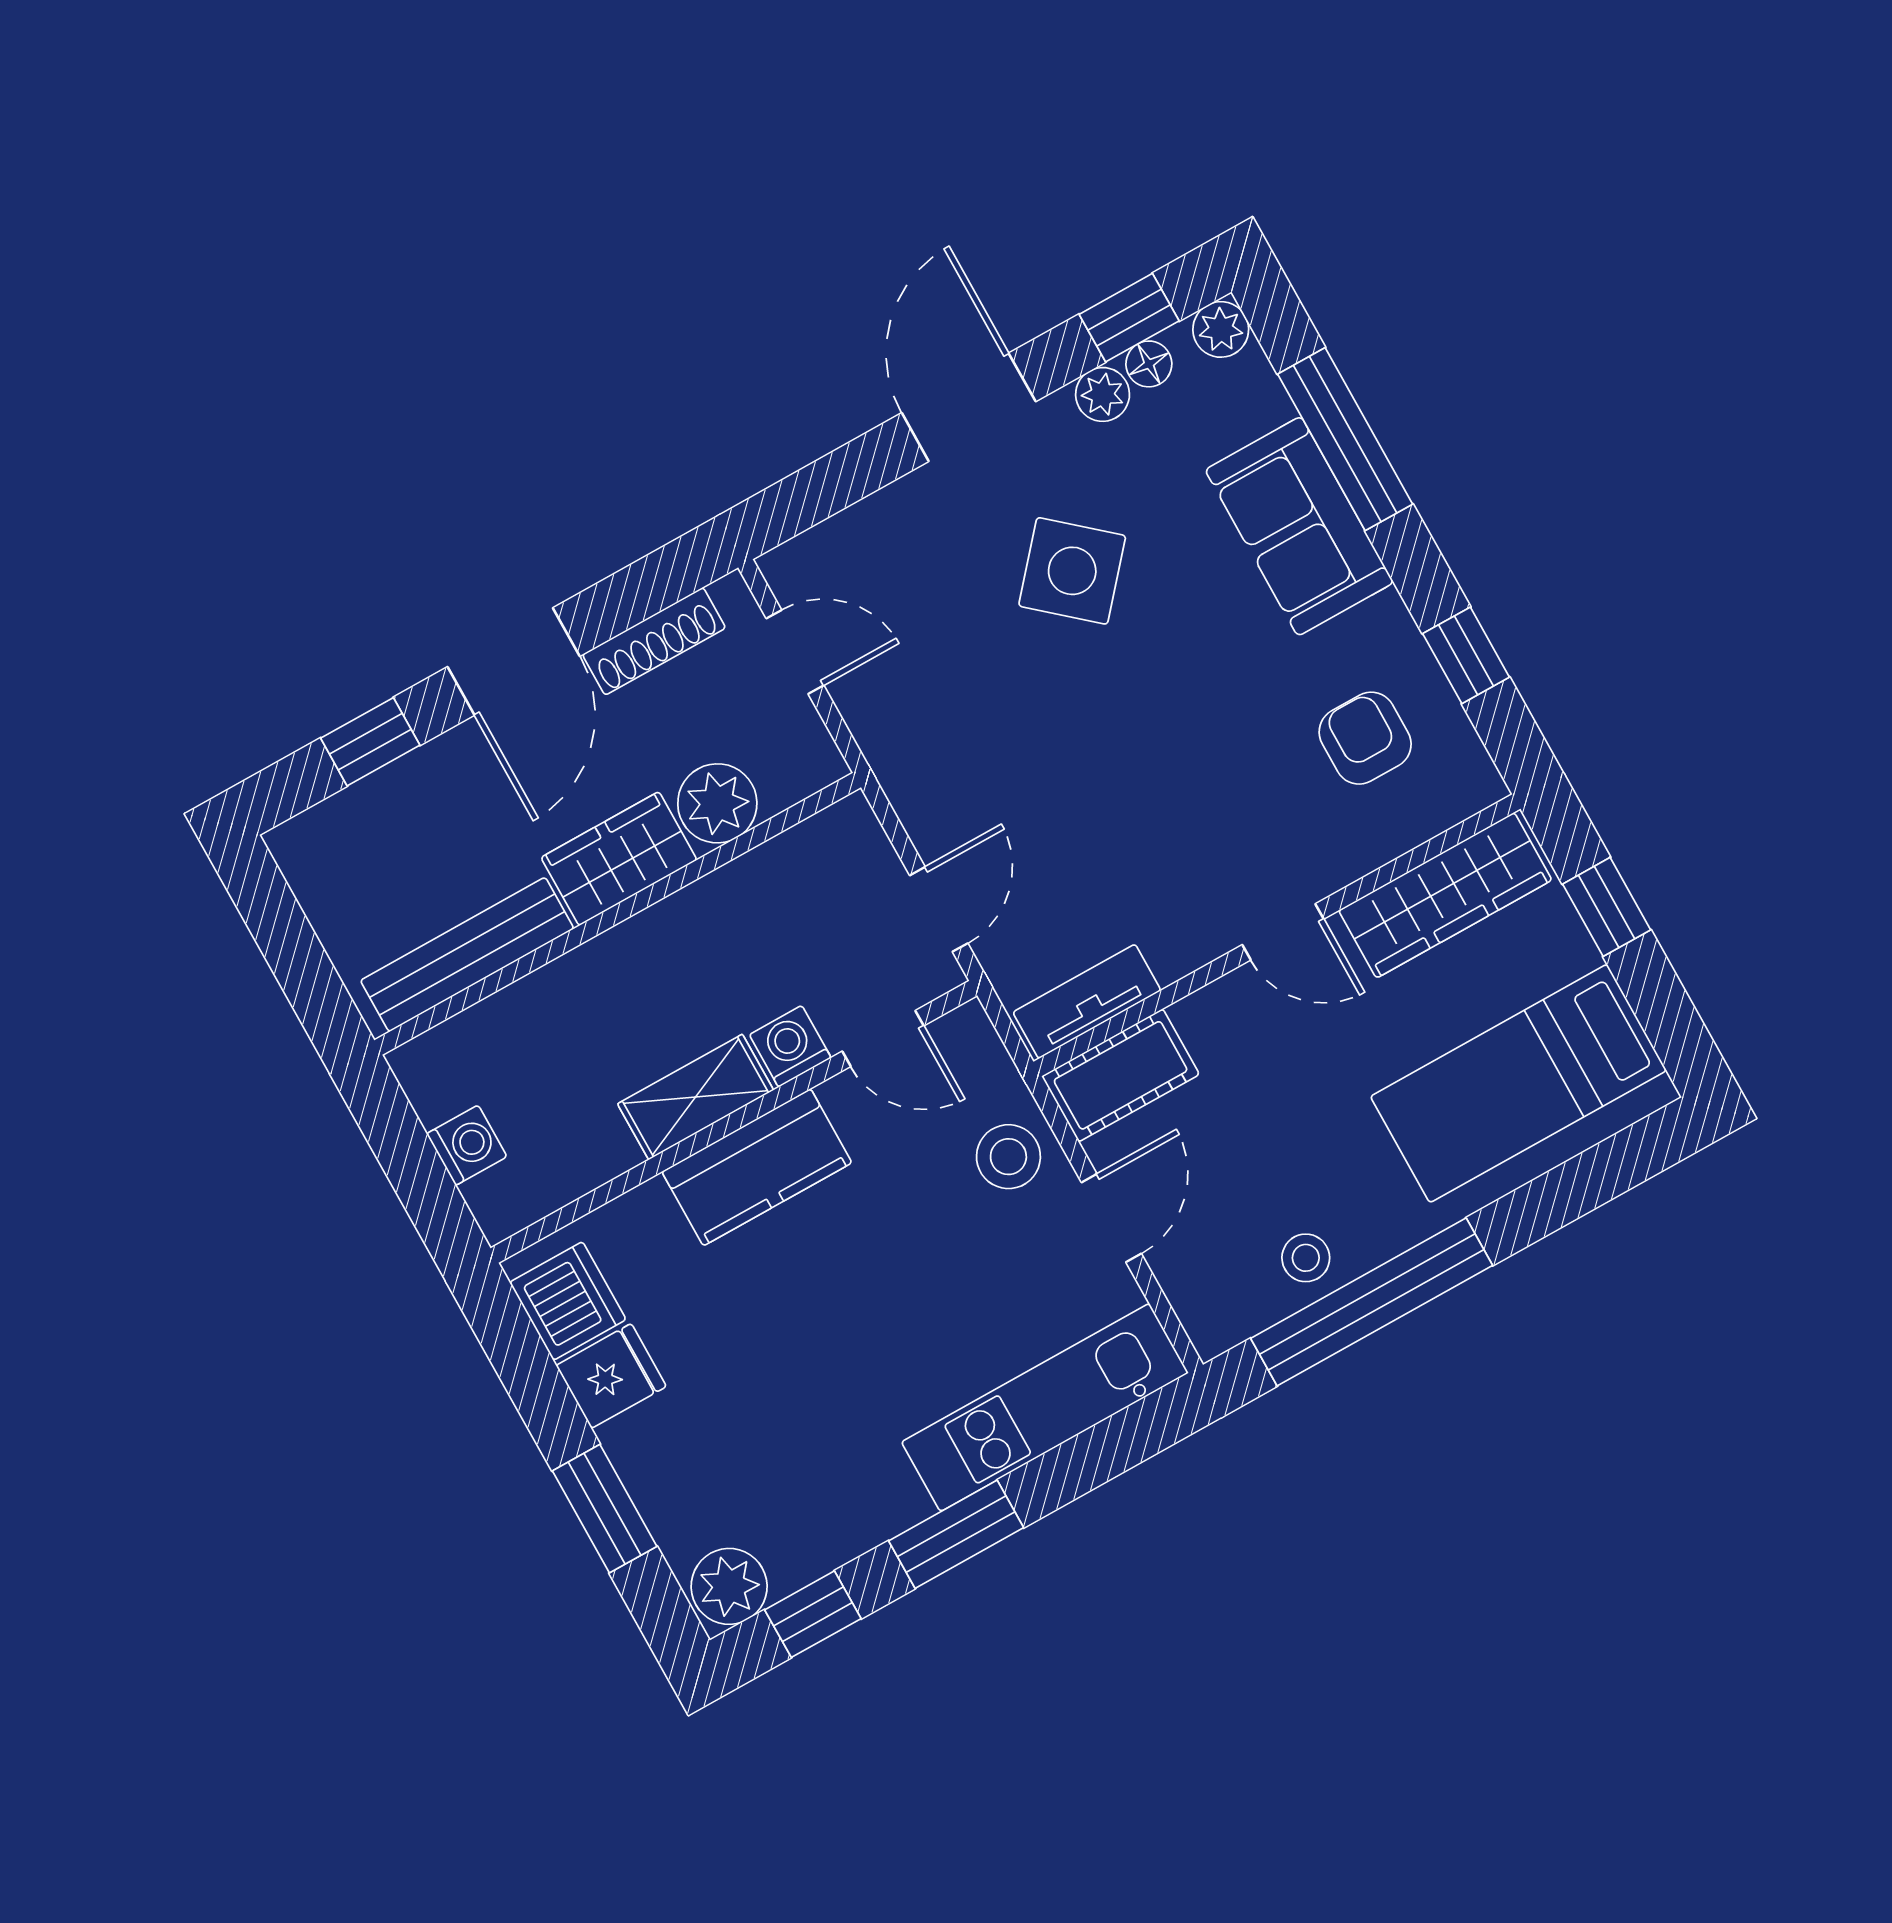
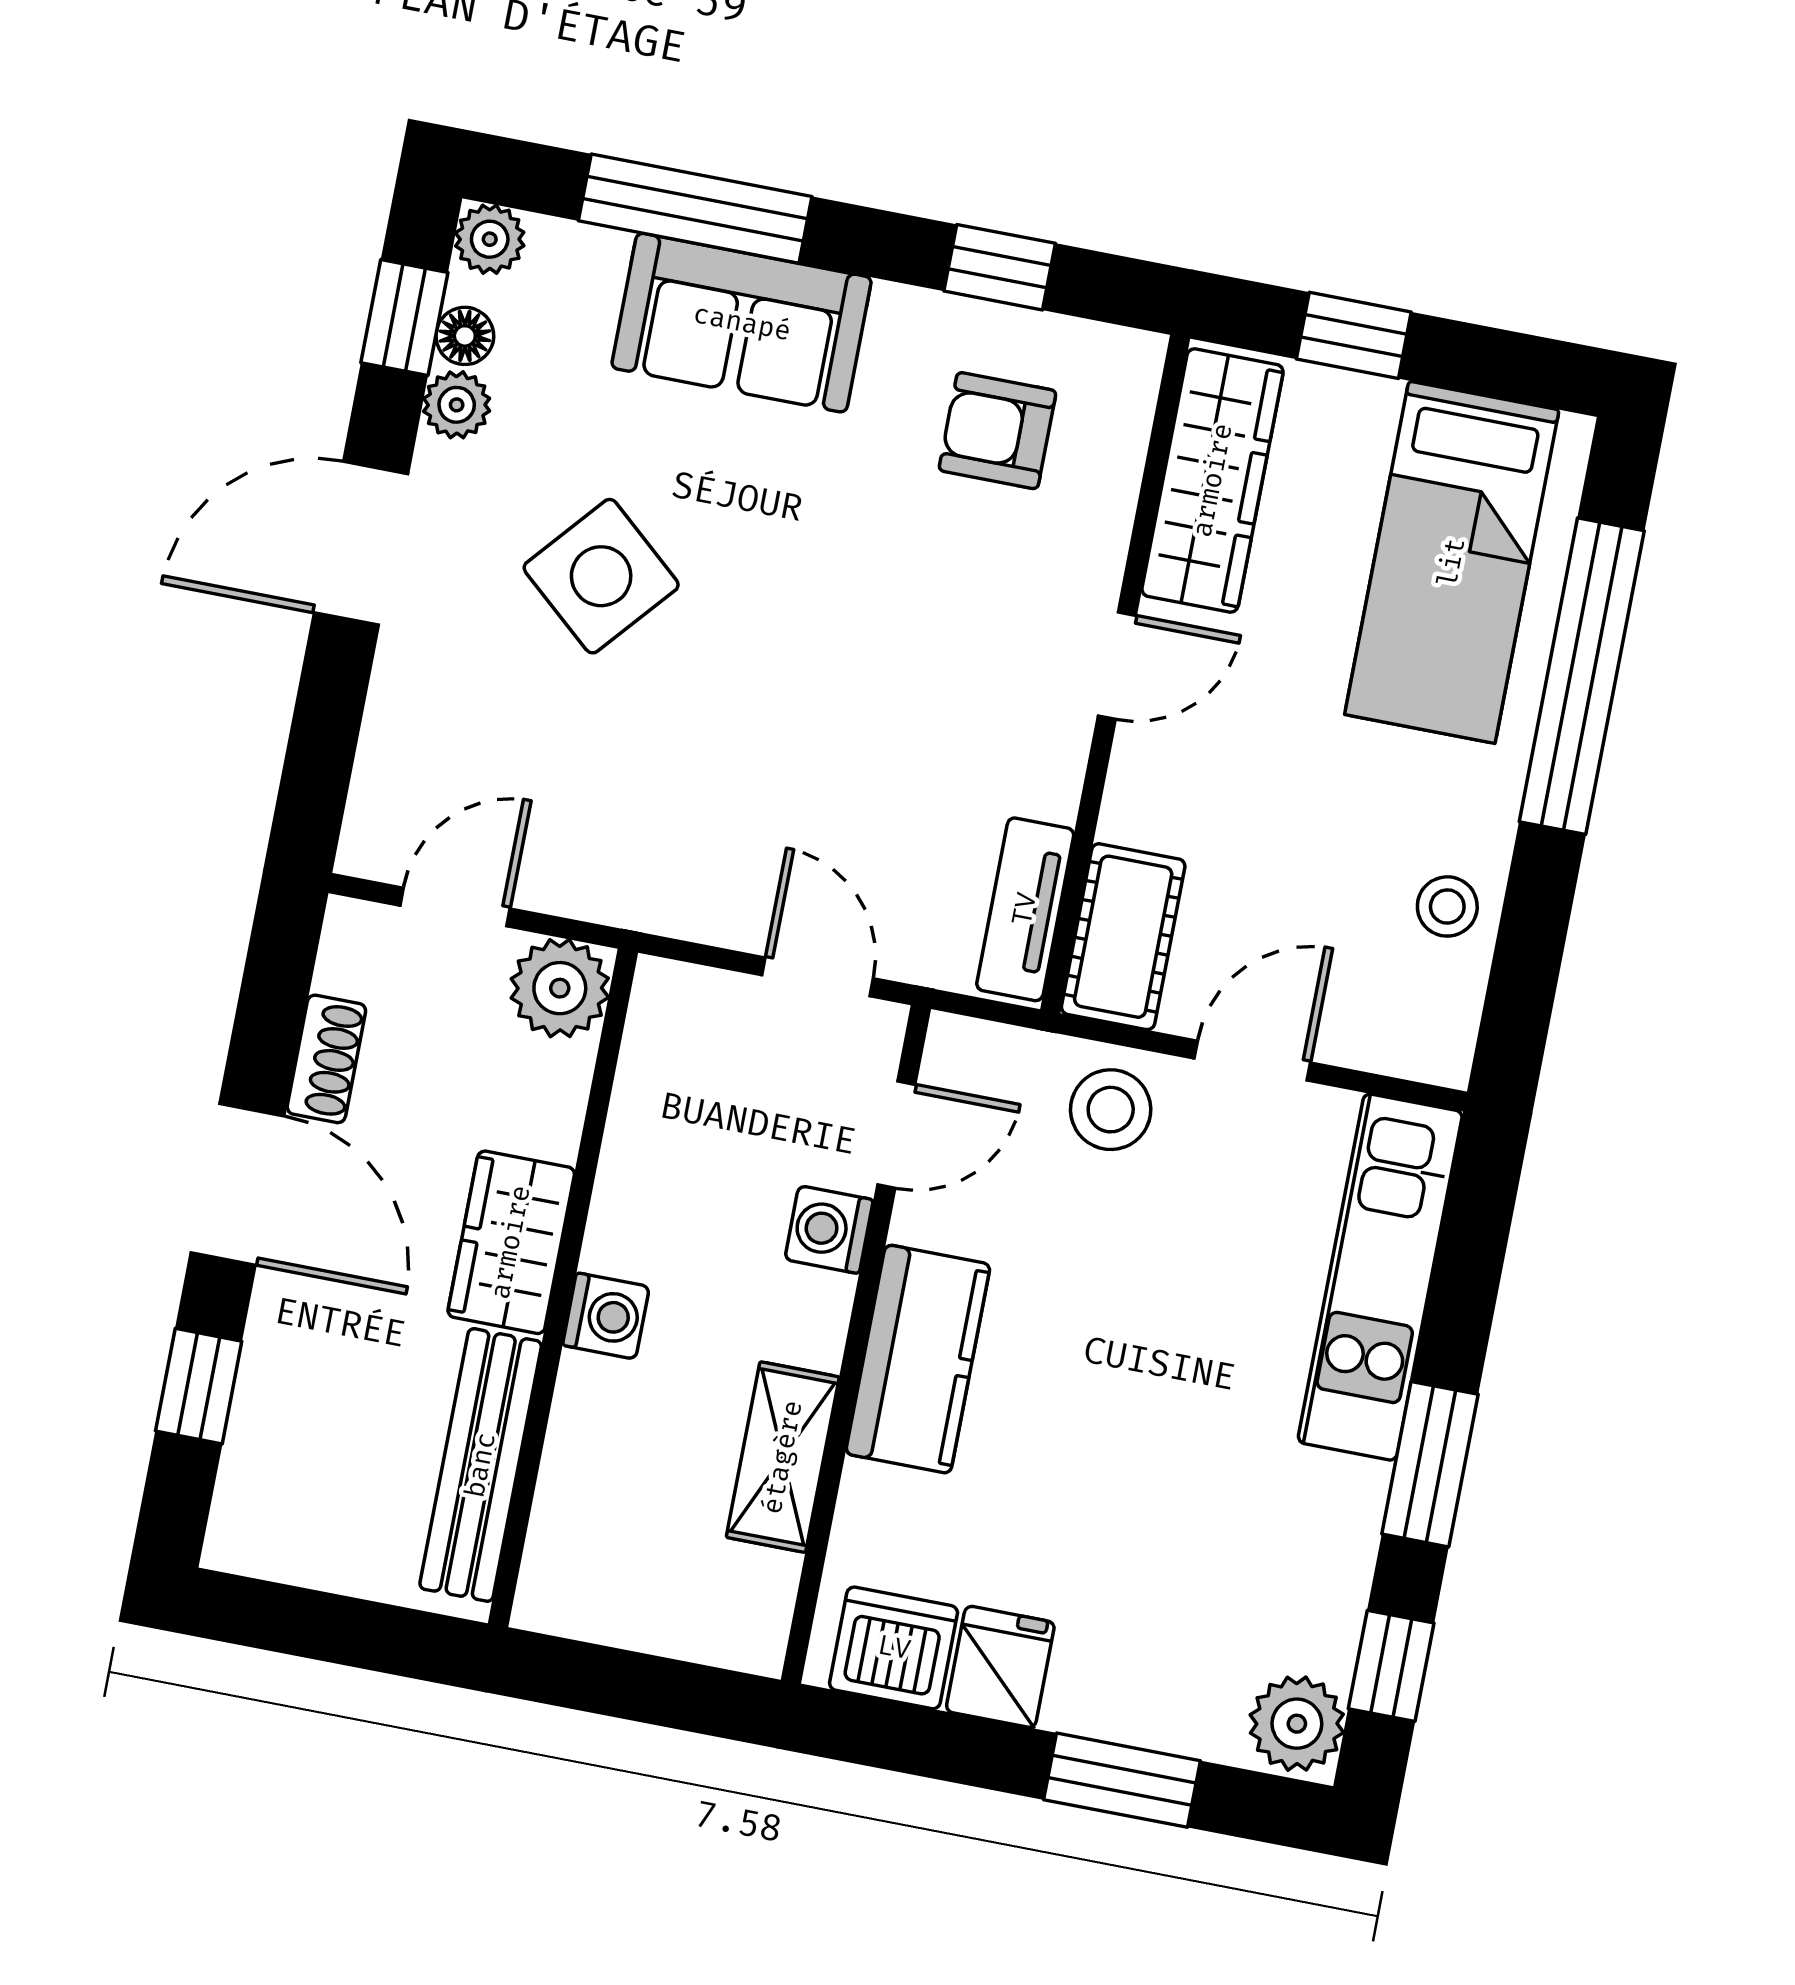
door: (969, 407) -> (361, 543), hinge flipped
shoe rack: (654, 641) -> (326, 1059), width x0.70
plant: (717, 803) -> (560, 988), moved
shelving: (696, 1097) -> (783, 1457), moved
washing machine: (467, 1145) -> (606, 1316), moved, turned 90
door: (1111, 1218) -> (1252, 1061), hinge flipped
window: (1372, 1302) -> (1582, 676), moved

